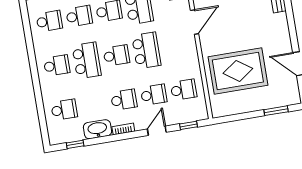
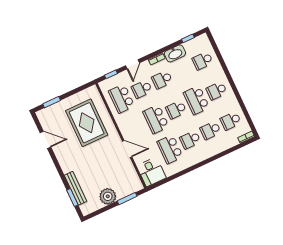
door: (195, 22) -> (127, 149), swing flipped
rug: (238, 71) -> (87, 123), turned 90
school desk: (184, 90) -> (122, 99), width x1.85

